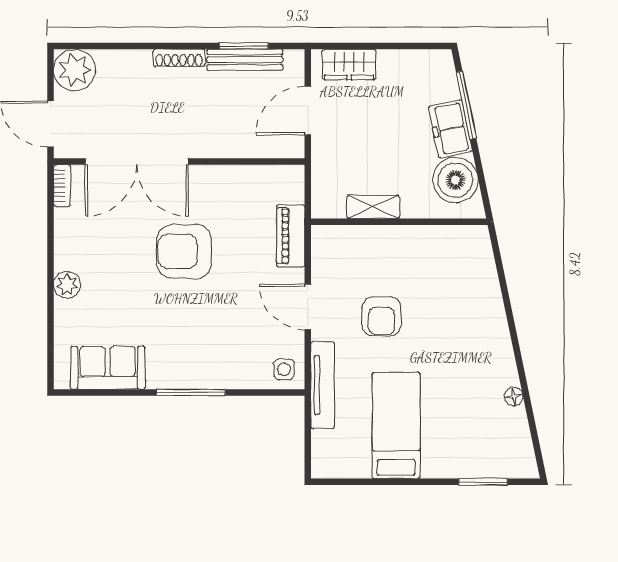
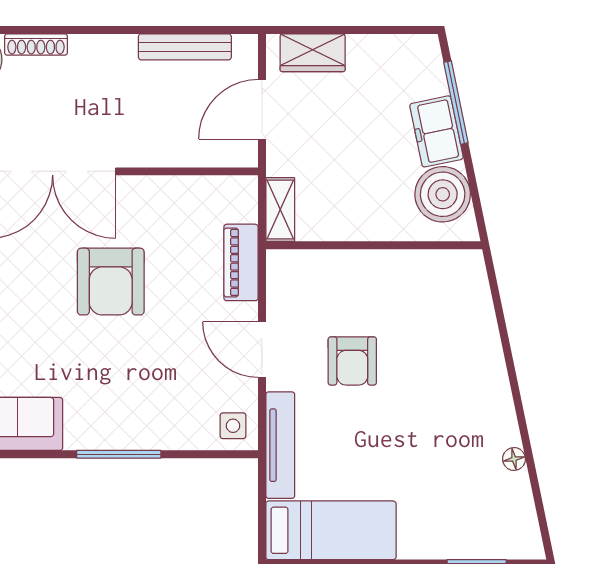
window: (244, 46) -> (184, 30), removed
shoe rack: (179, 58) -> (36, 45), moved
shelving: (373, 207) -> (280, 209), moved, turned 90
armchair: (184, 251) -> (111, 282), turned -90
bed: (396, 425) -> (331, 530), moved, turned 90

